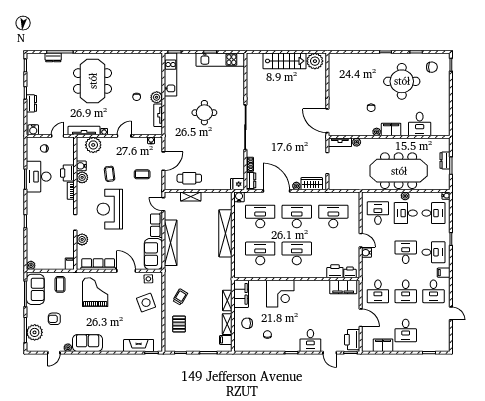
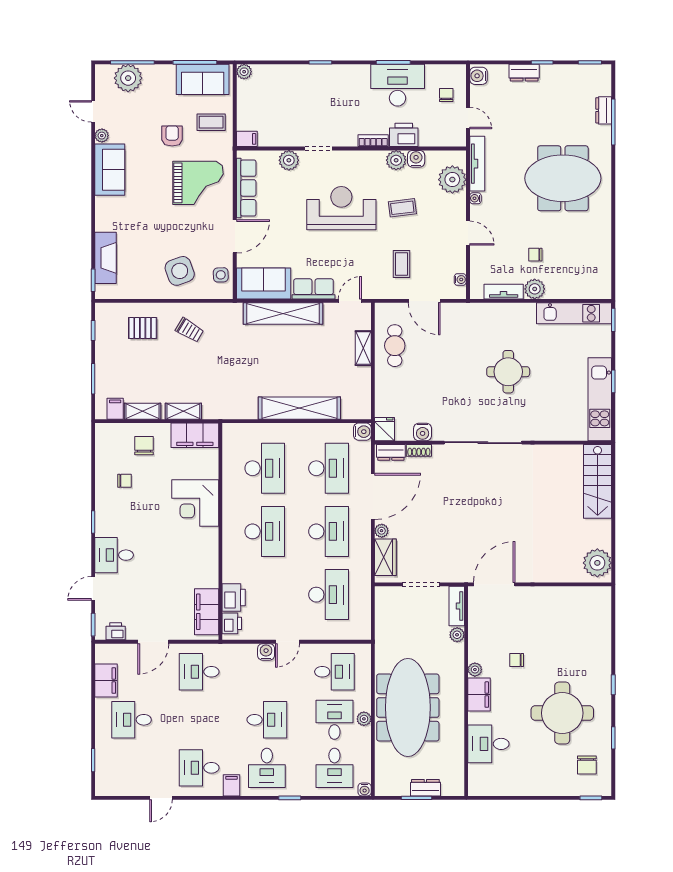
stairs: (285, 61) -> (598, 481), moved
water cooler: (239, 162) -> (423, 432), added
desk: (406, 291) -> (199, 720), removed
armchair: (54, 319) -> (172, 136), moved
printer: (352, 340) -> (116, 631), width x0.53, depth x0.68

